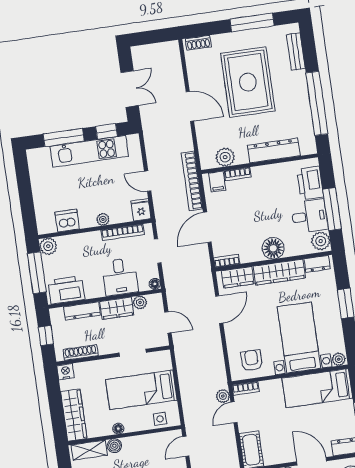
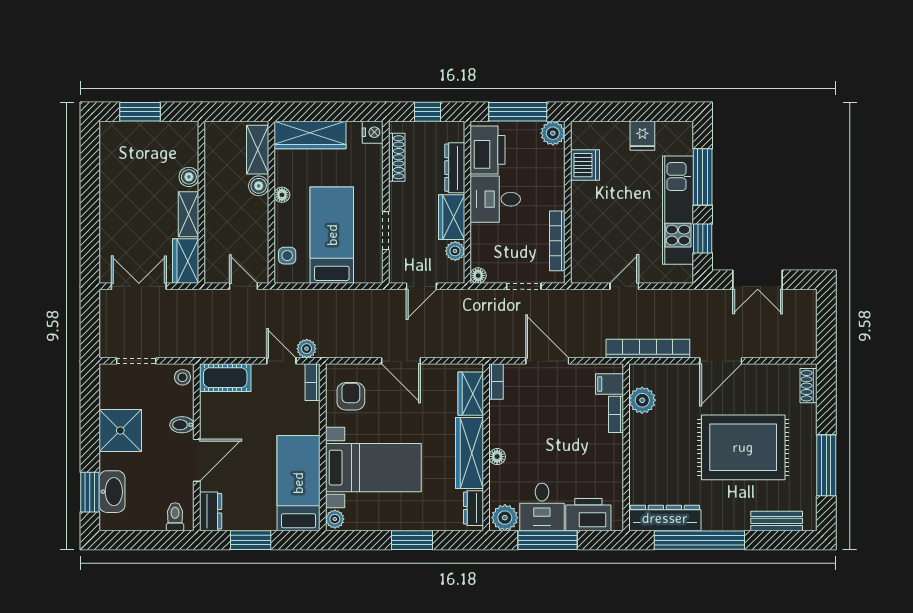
dresser: (274, 150) -> (665, 518), moved, turned -90
bookcase: (192, 181) -> (648, 349), moved
fridge: (141, 210) -> (642, 136), moved, turned 90
plant: (103, 219) -> (579, 216), removed
floor lamp: (273, 248) -> (497, 457), width x0.53, depth x0.53
desk: (120, 277) -> (495, 199), moved
door: (219, 310) -> (401, 361), moved
armchair: (252, 360) -> (351, 396), turned -90

